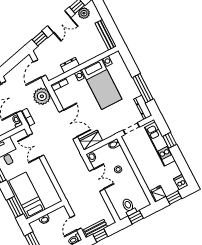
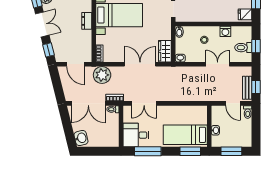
dresser: (70, 65) -> (87, 21), moved
double door: (97, 180) -> (218, 64), moved
washing machine: (135, 184) -> (225, 31), added

